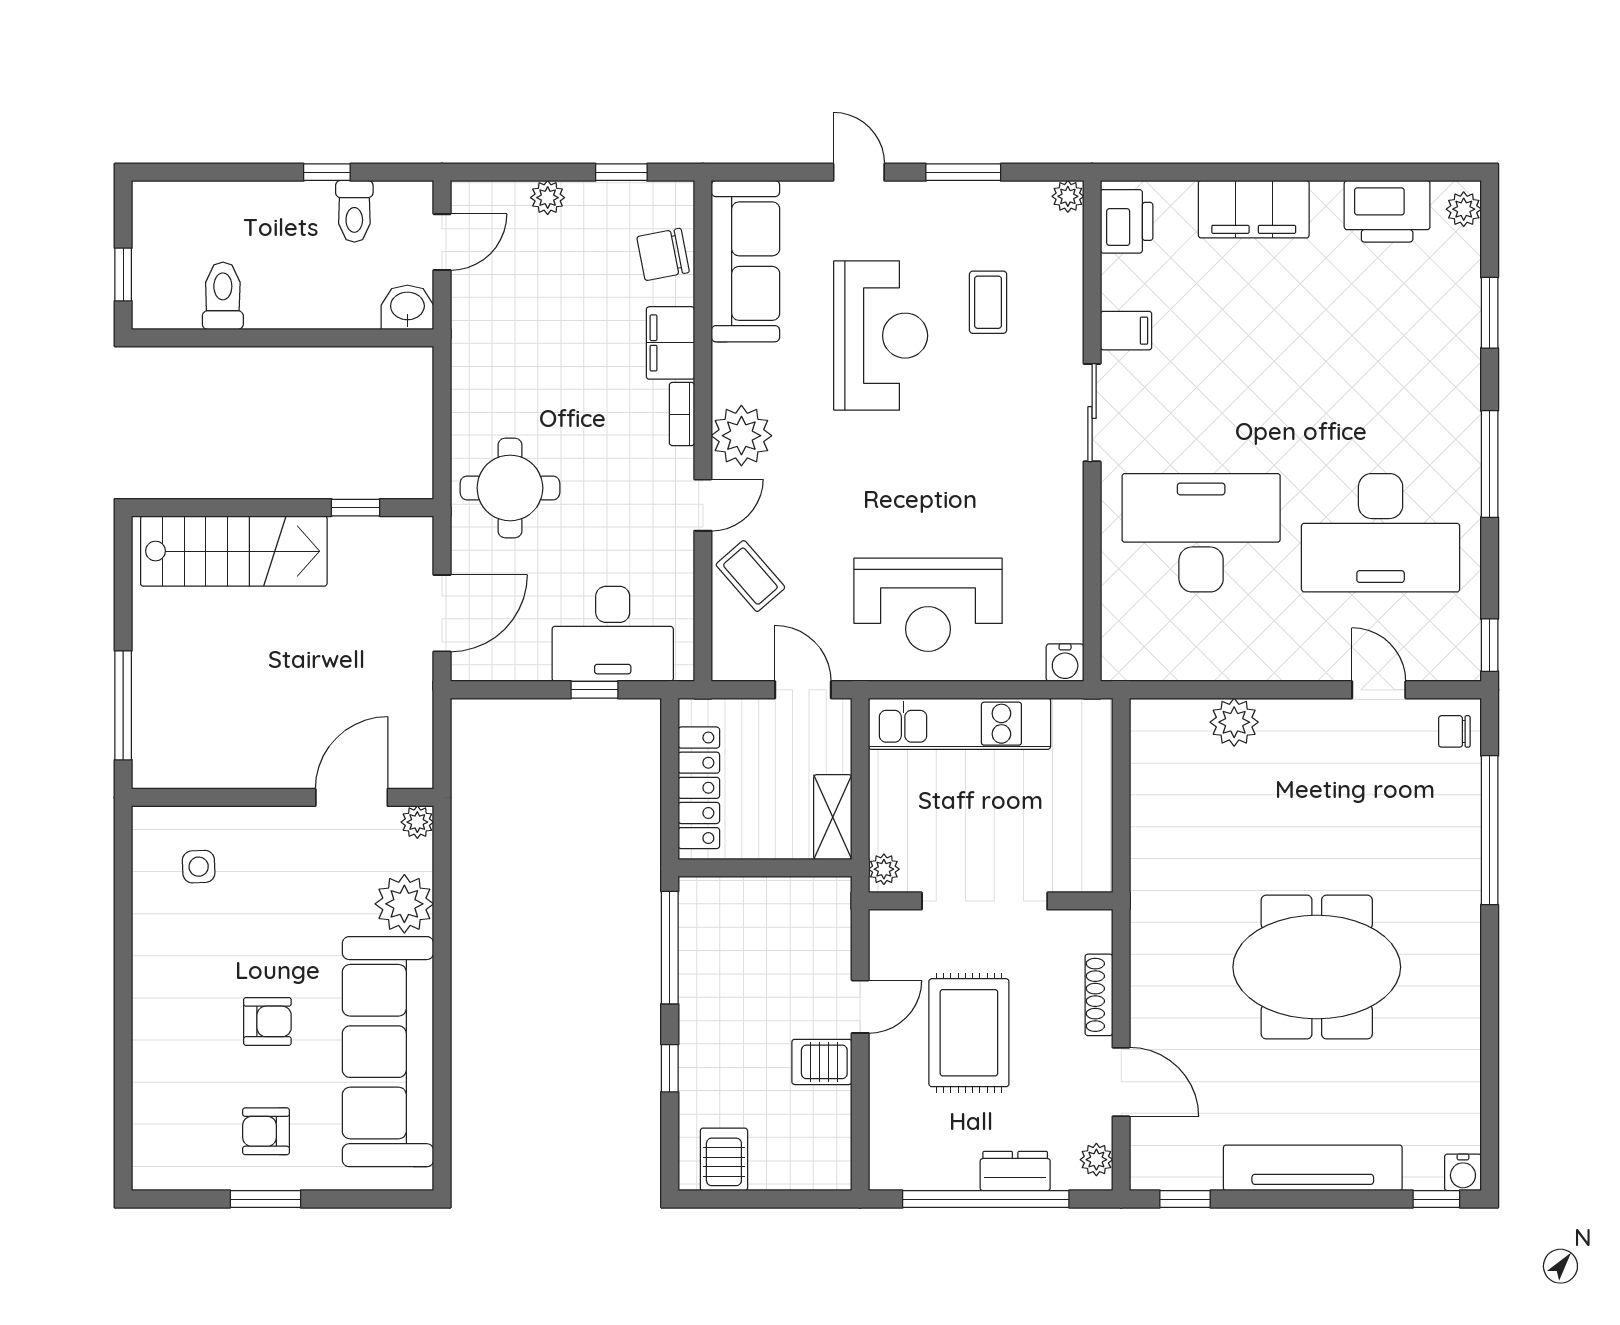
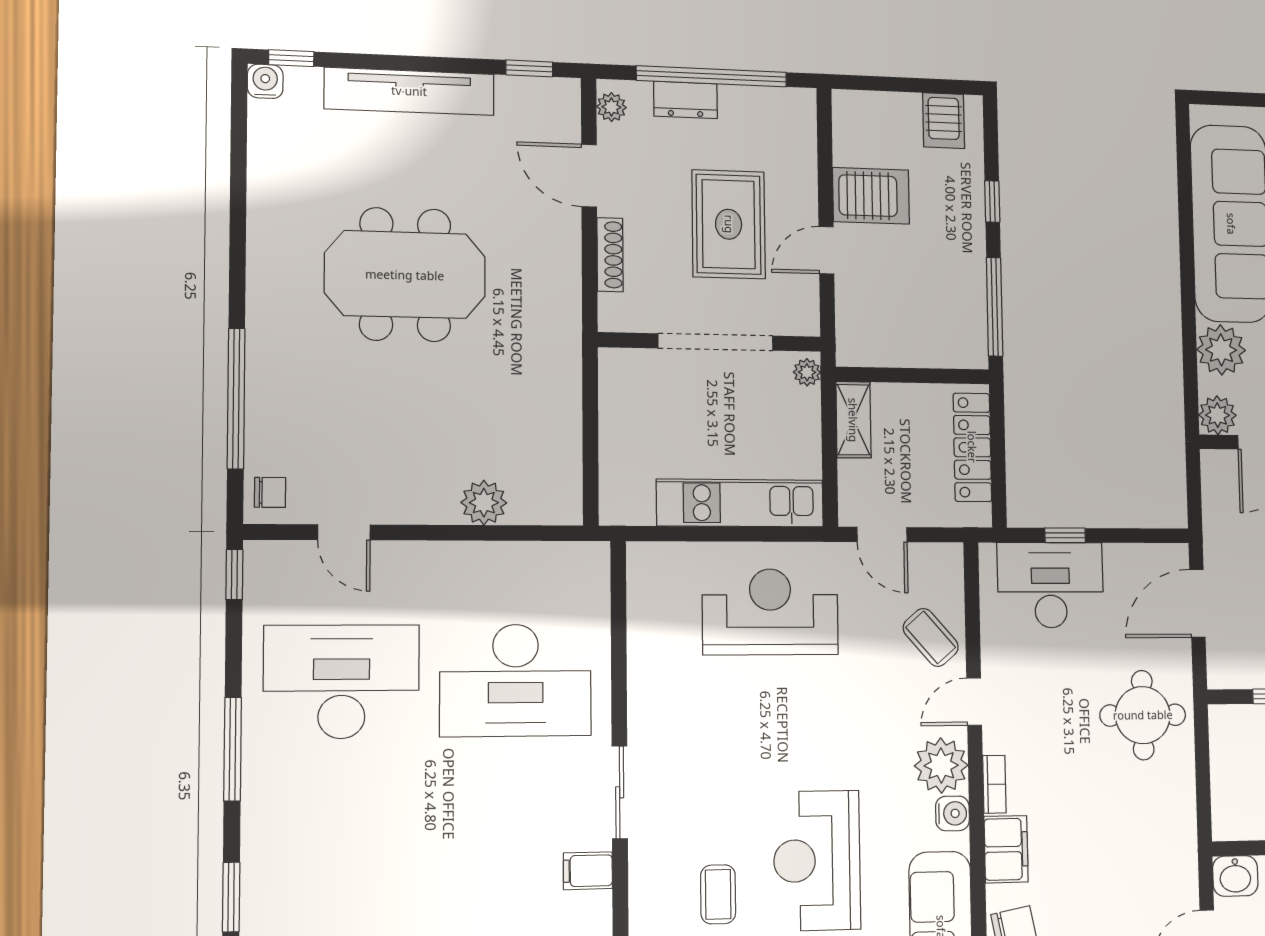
water cooler: (1065, 663) -> (952, 813), moved, turned 90
plant: (417, 822) -> (1217, 415), width x1.38, depth x1.38
server rack: (822, 1062) -> (871, 196), width x1.36, depth x1.44

